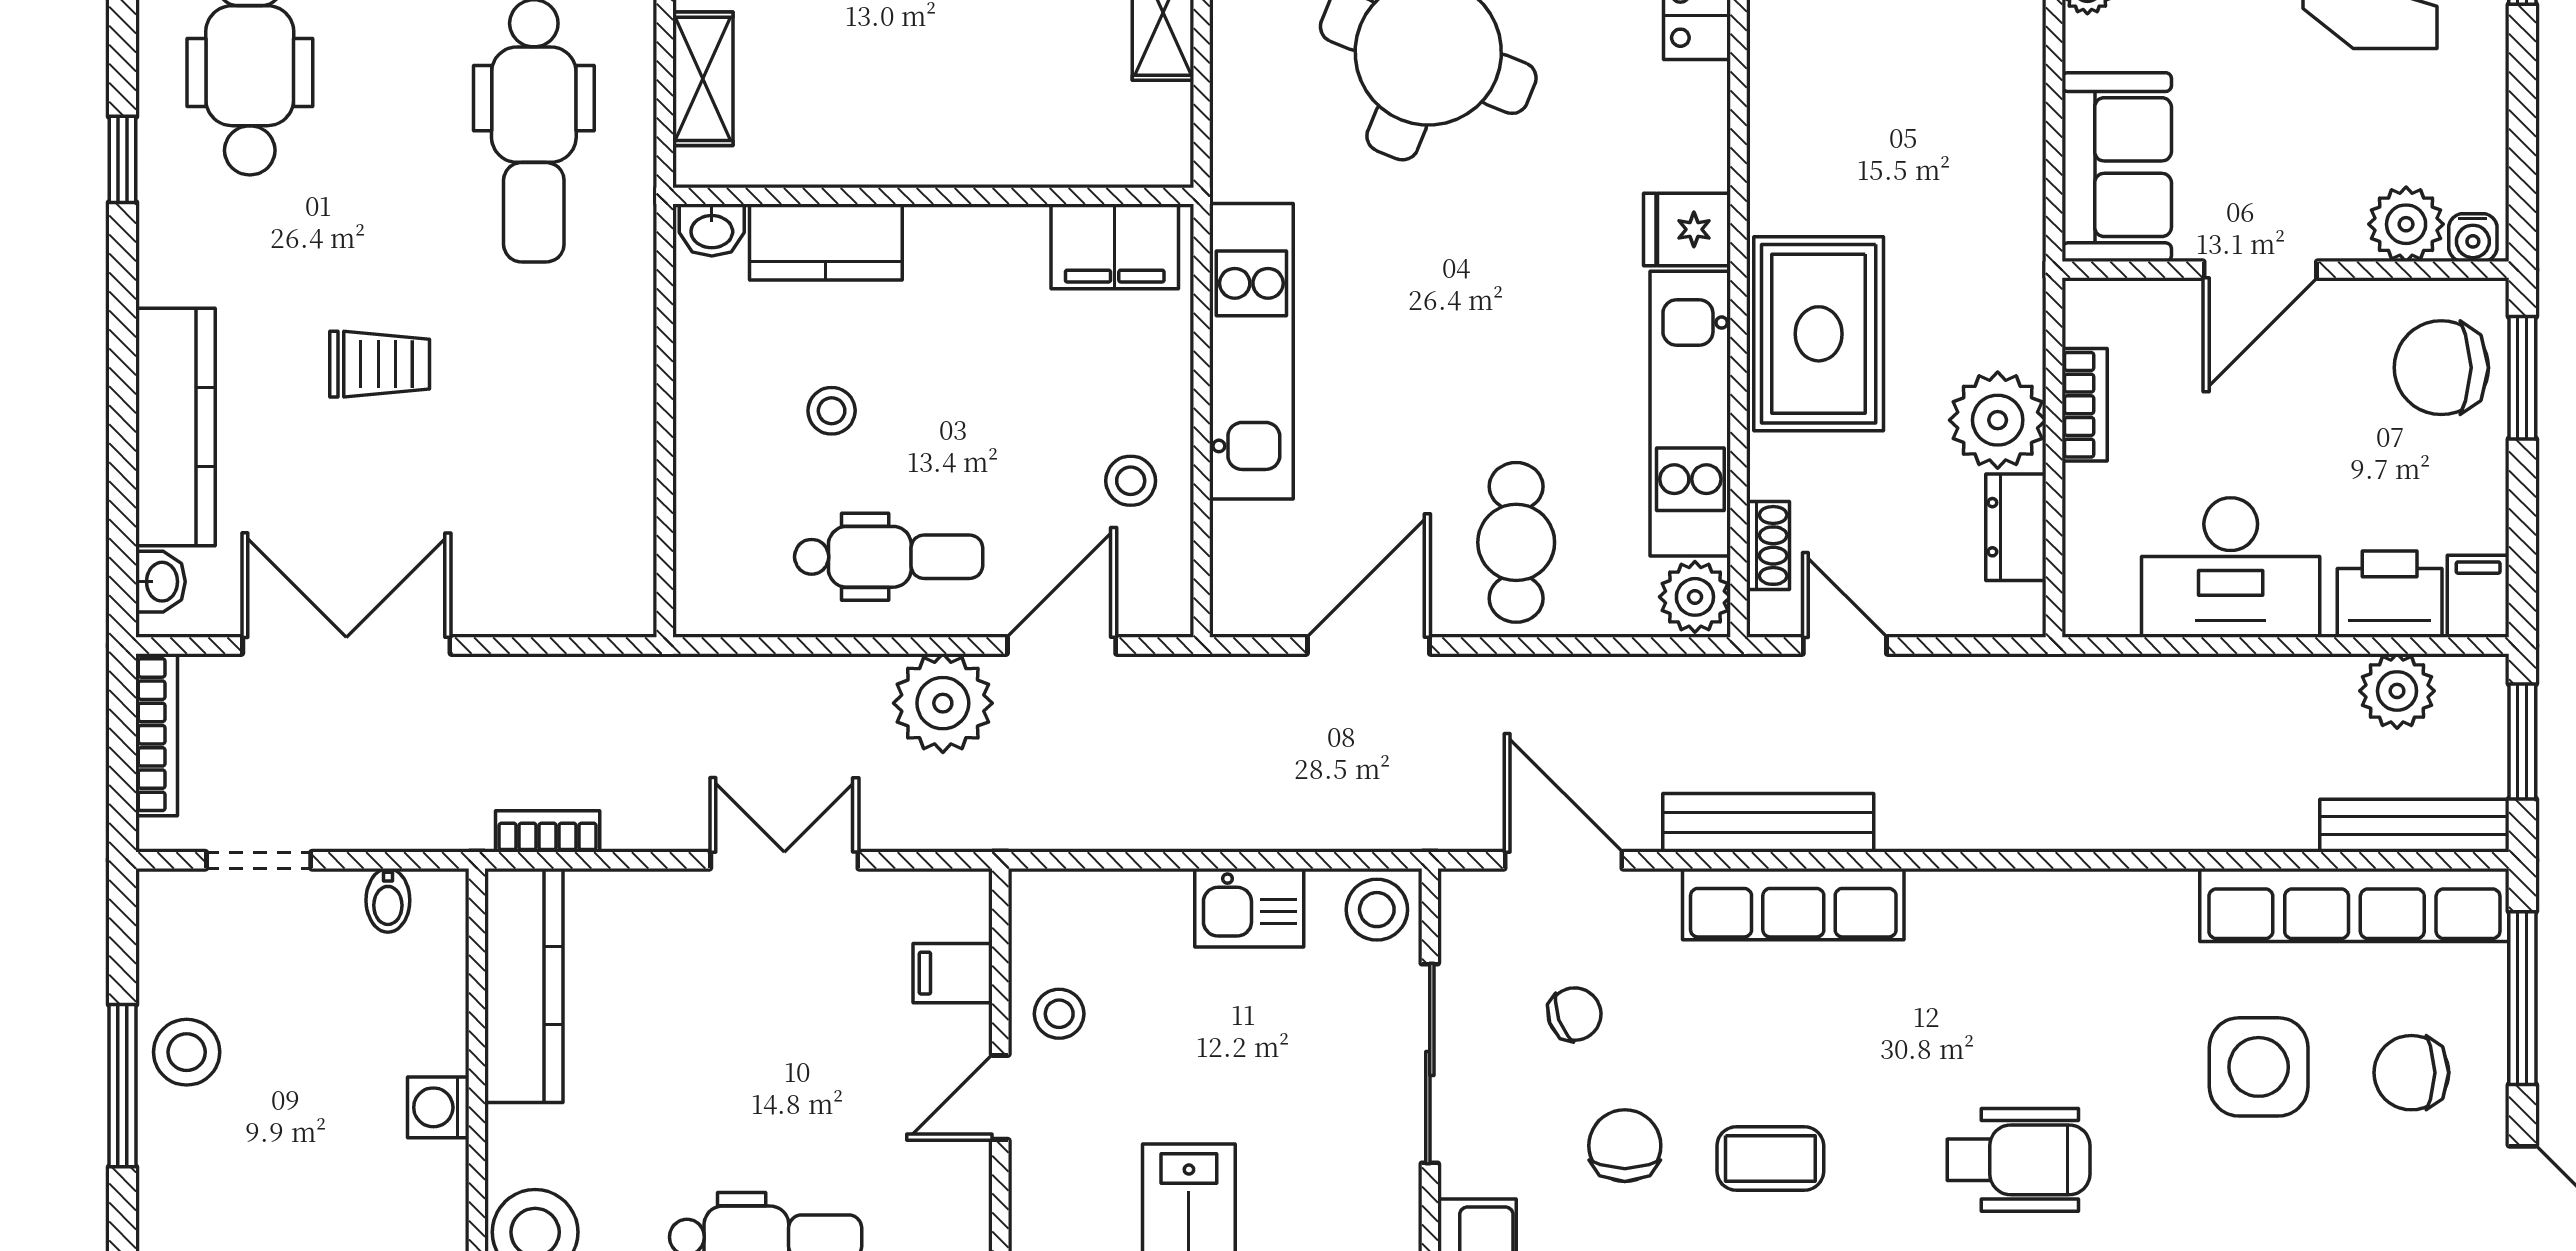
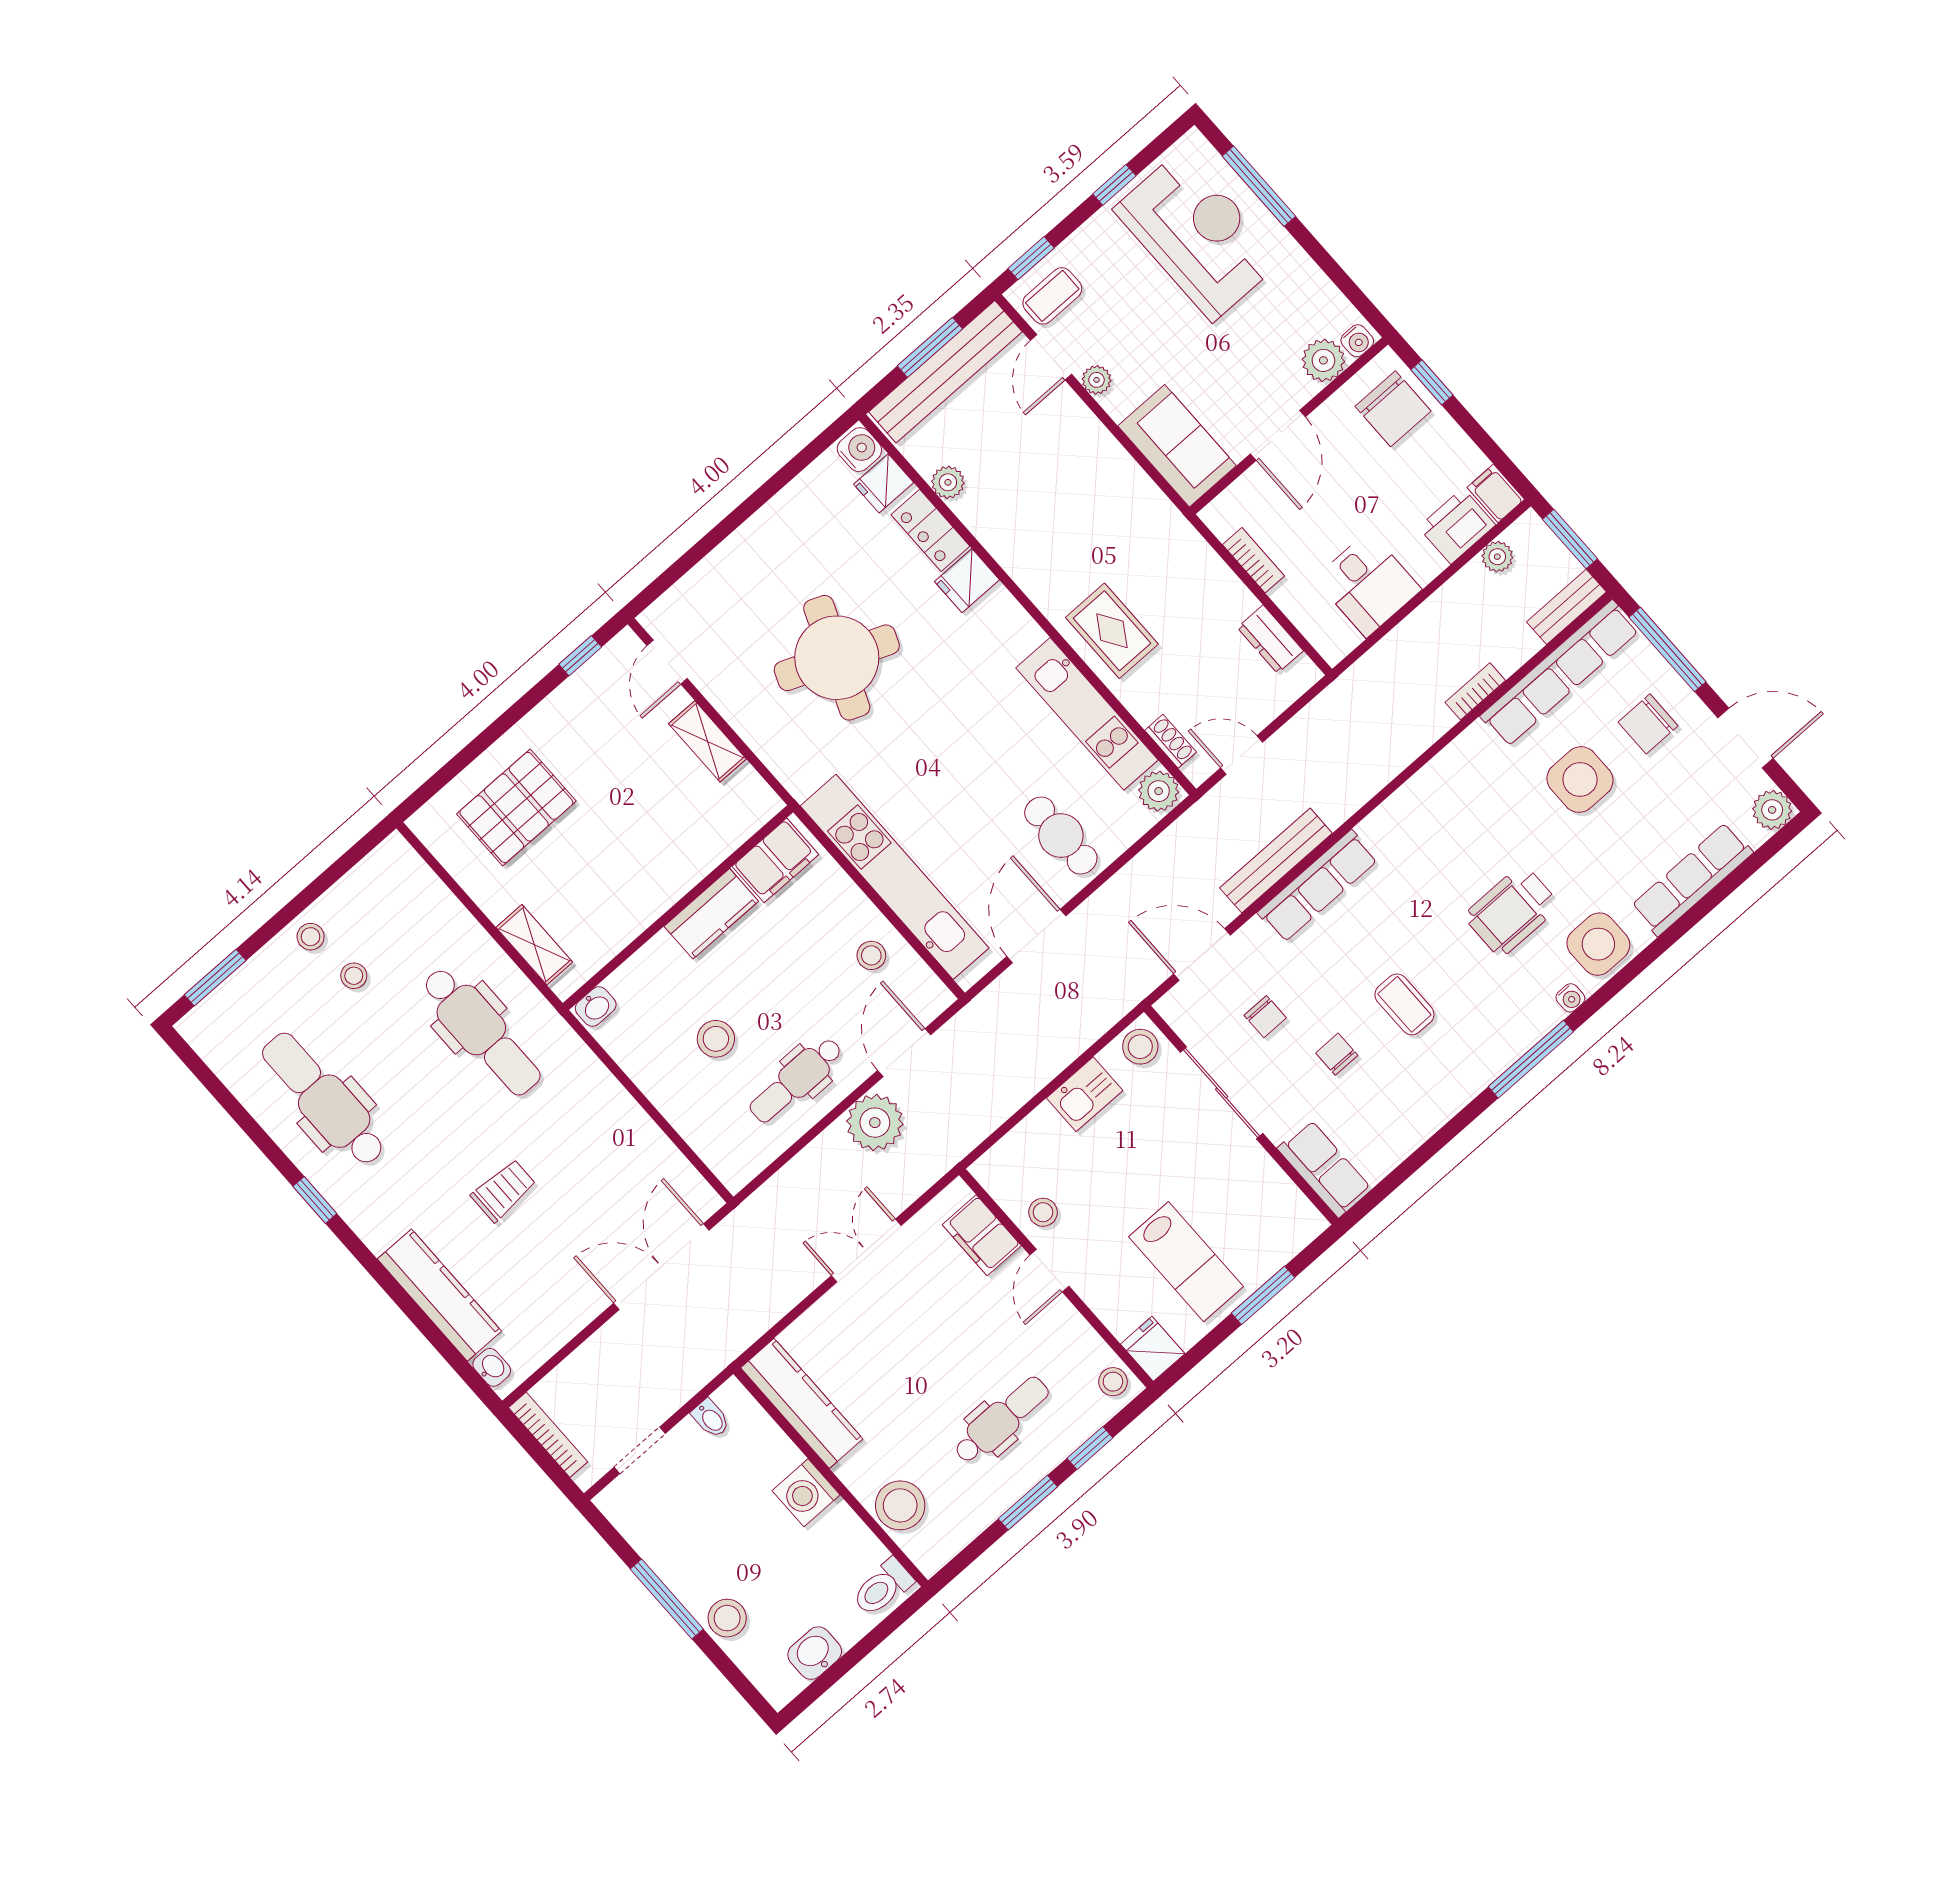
fridge: (1687, 229) -> (967, 581), moved
kitchen counter: (826, 242) -> (711, 914), moved
rug: (1819, 334) -> (1112, 631), width x0.73, depth x0.70
kitchen unit: (1251, 351) -> (895, 877), width x1.36
chair: (2441, 368) -> (1393, 409), turned -90
window: (2522, 378) -> (1432, 382), width x0.67
stool: (832, 411) -> (716, 1039), width x1.37, depth x1.37
plant: (1998, 420) -> (1222, 600), removed
dental chair: (889, 557) -> (796, 1080), turned 180
desk: (2231, 567) -> (1368, 584), width x0.73
double door: (346, 646) -> (661, 1267), moved
plant: (2397, 691) -> (1497, 557), width x0.73, depth x0.73
bench: (2414, 826) -> (1566, 607), width x0.73
bookcase: (548, 831) -> (1475, 691), moved
filing cabinet: (953, 973) -> (982, 1235), width x2.00
chair: (1575, 1014) -> (1265, 1017), turned 110
stool: (187, 1052) -> (727, 1618), moved
washing machine: (438, 1107) -> (806, 1493), width x1.38, depth x1.38
chair: (1625, 1146) -> (1337, 1054), width x0.73, depth x0.73
coffee table: (1770, 1158) -> (1404, 1004), turned 90
wheelchair: (2019, 1160) -> (1512, 911), turned 180

